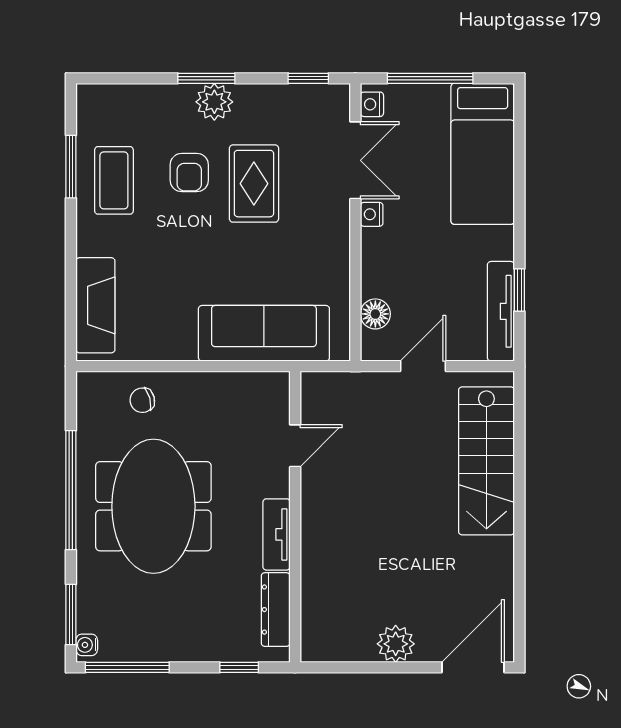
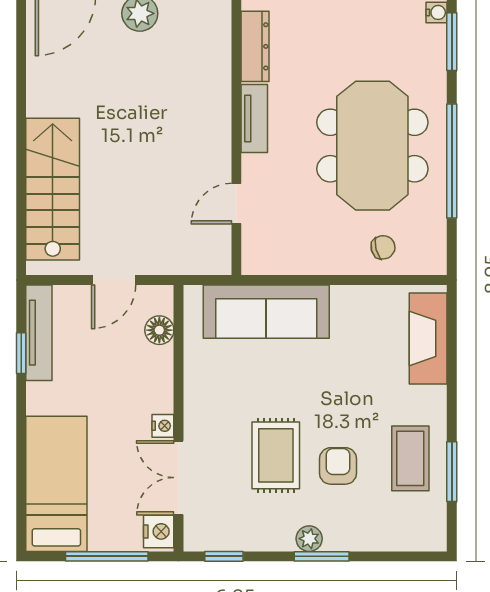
plant: (214, 102) -> (309, 539), width x0.73, depth x0.73
nightstand: (372, 104) -> (159, 531), width x1.39, depth x1.35

